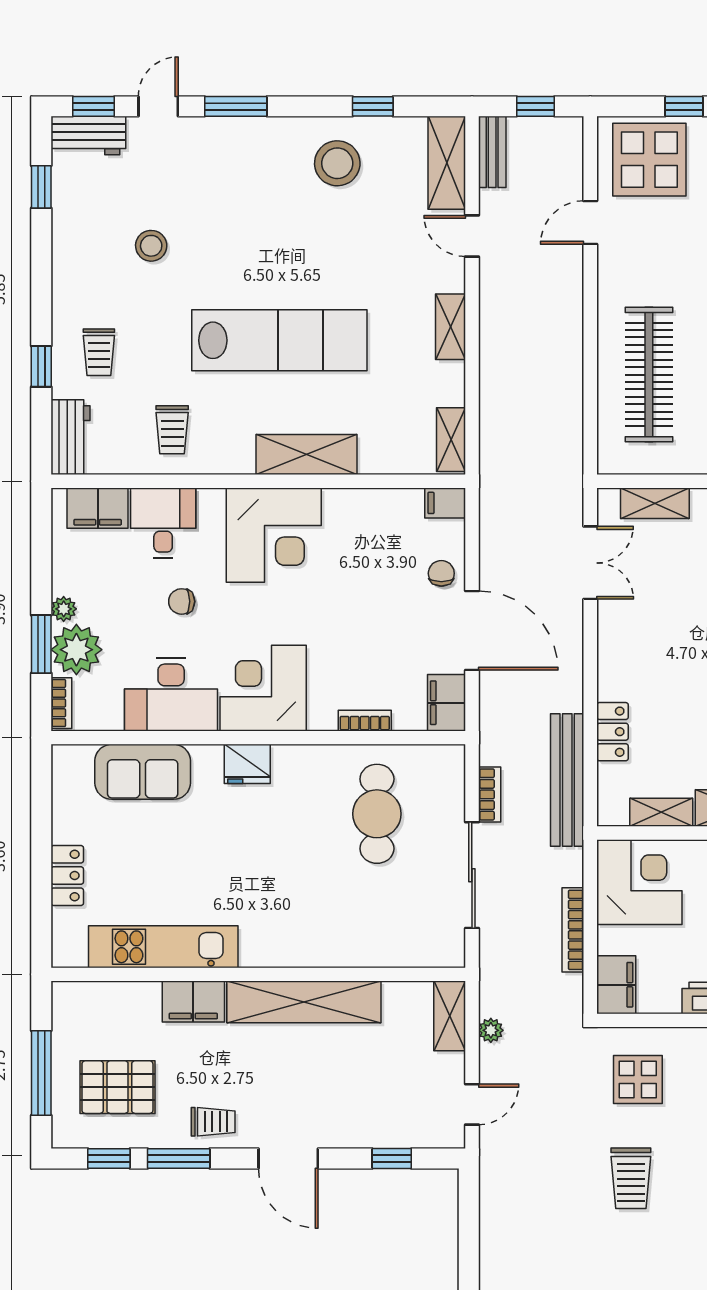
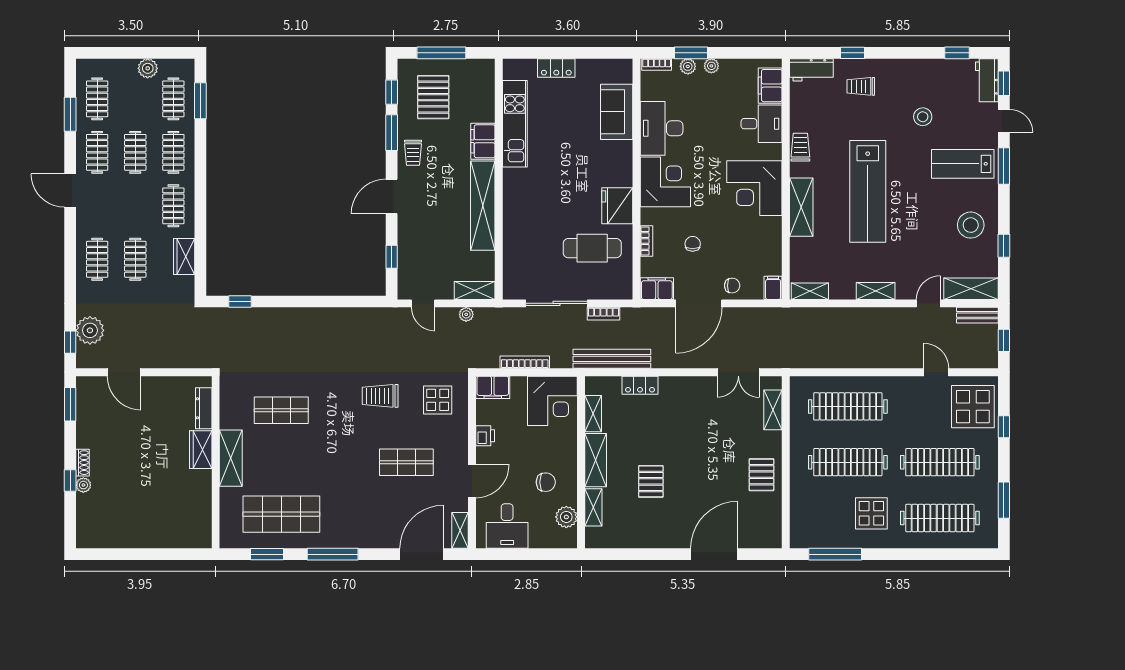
lab bench: (232, 177) -> (963, 164), added
trolley: (172, 430) -> (800, 147), moved, turned 90
chair: (182, 601) -> (693, 244), moved
plant: (76, 650) -> (688, 66), width x0.53, depth x0.53
fridge: (247, 764) -> (617, 206), moved, width x1.36, depth x1.34

